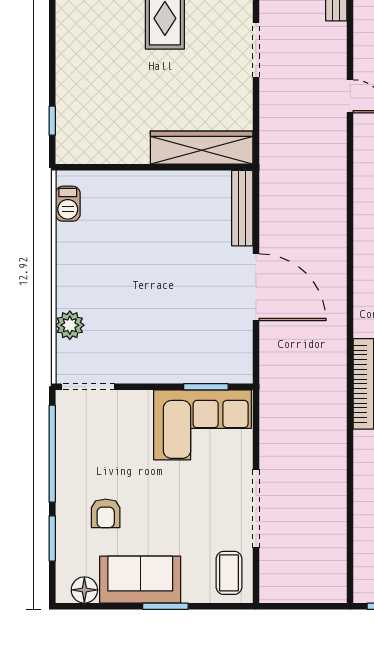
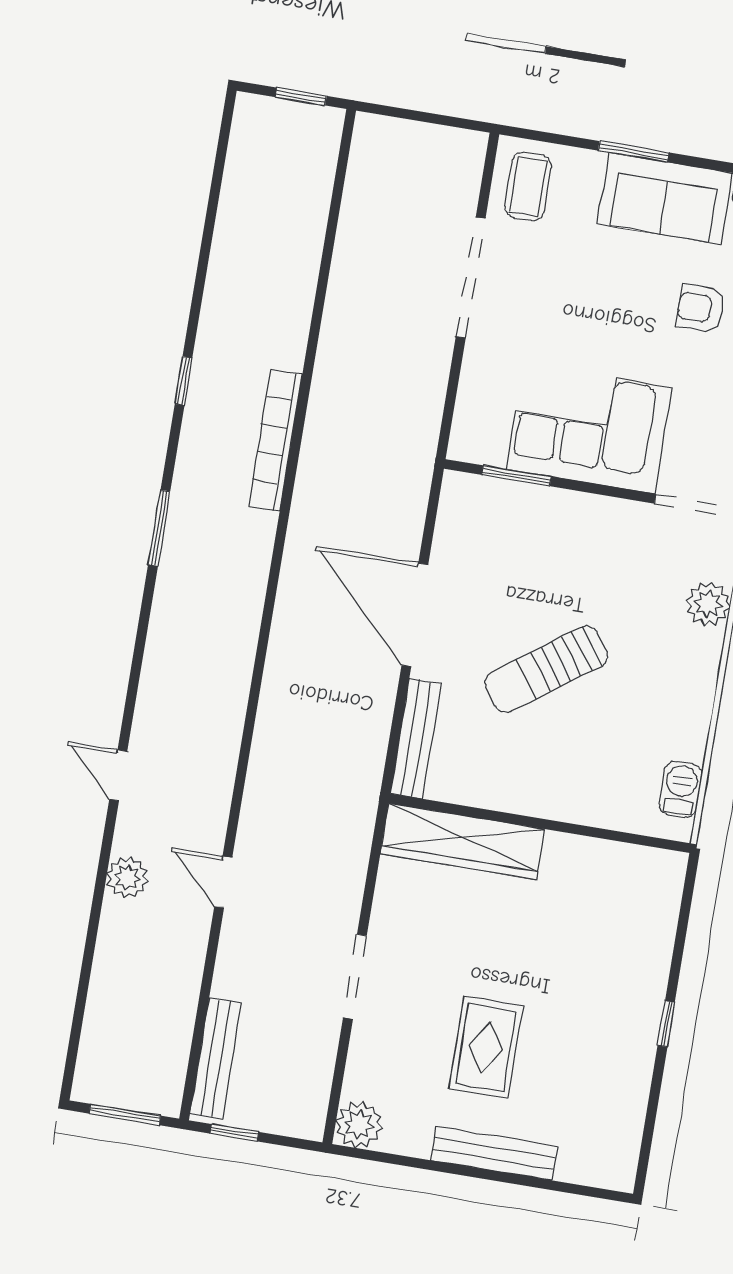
window: (52, 121) -> (666, 1024), moved
sun lounger: (166, 266) -> (546, 669), added
corner sofa: (202, 425) -> (589, 428), moved
armchair: (106, 513) -> (701, 308), turned -90

